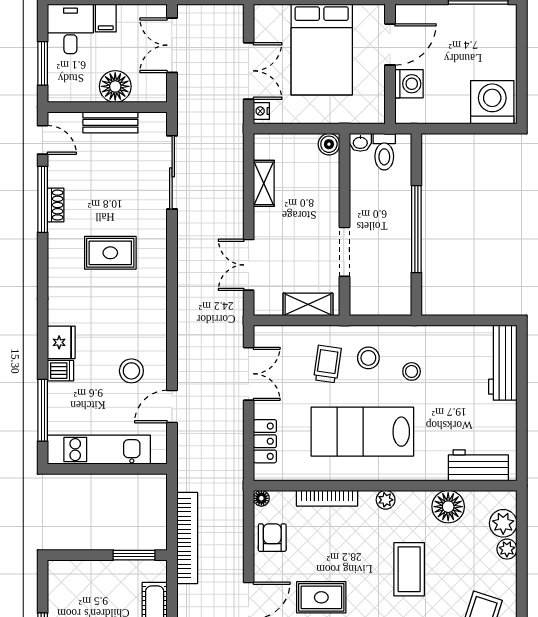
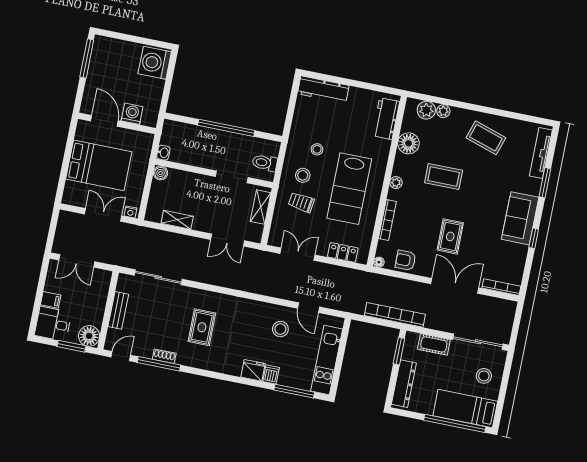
floor lamp: (115, 86) -> (89, 336), moved
toilet: (384, 152) -> (265, 163), moved, turned 180
dresser: (87, 572) -> (404, 384), added

